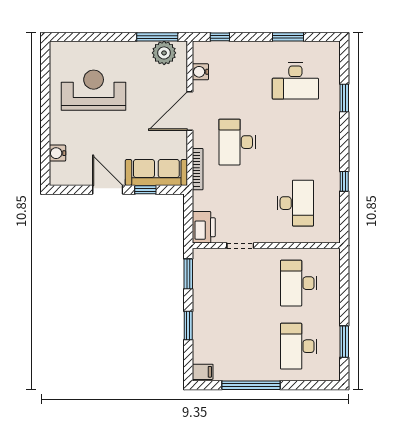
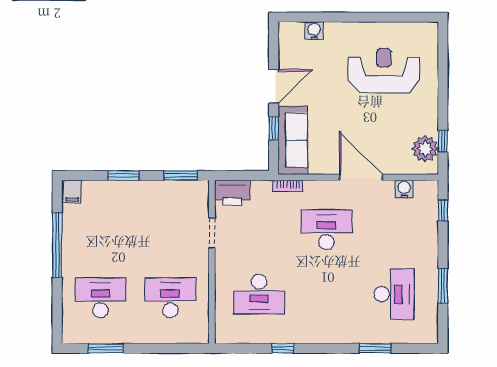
window: (157, 37) -> (443, 141), width x0.46
desk: (295, 81) -> (394, 294), turned 180
reception desk: (94, 90) -> (384, 71), turned -90
bookcase: (198, 169) -> (288, 186), width x0.64

